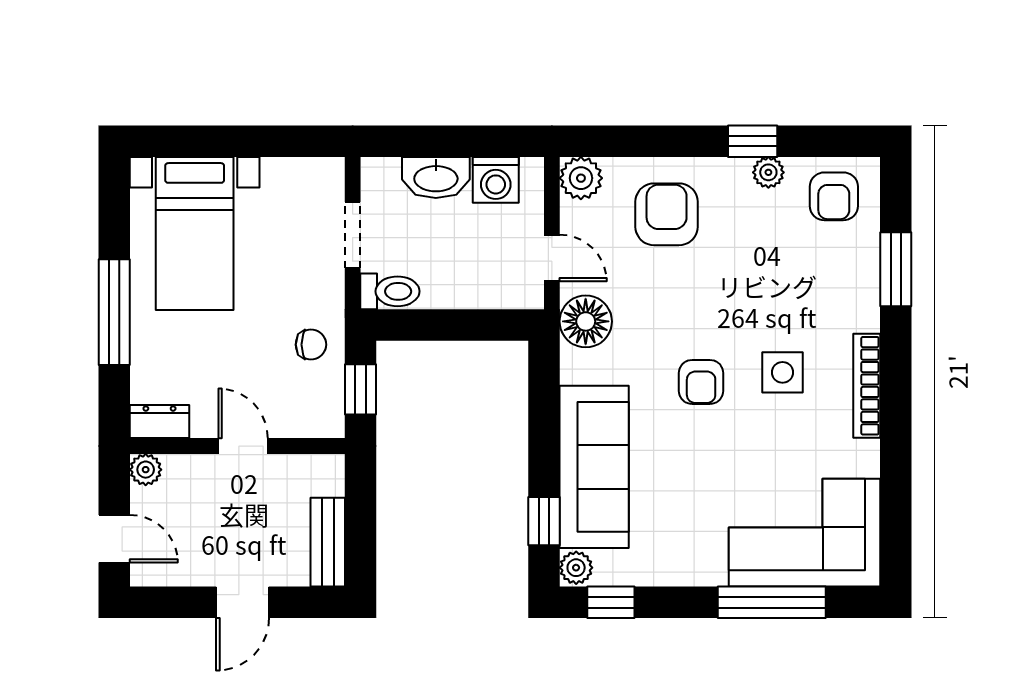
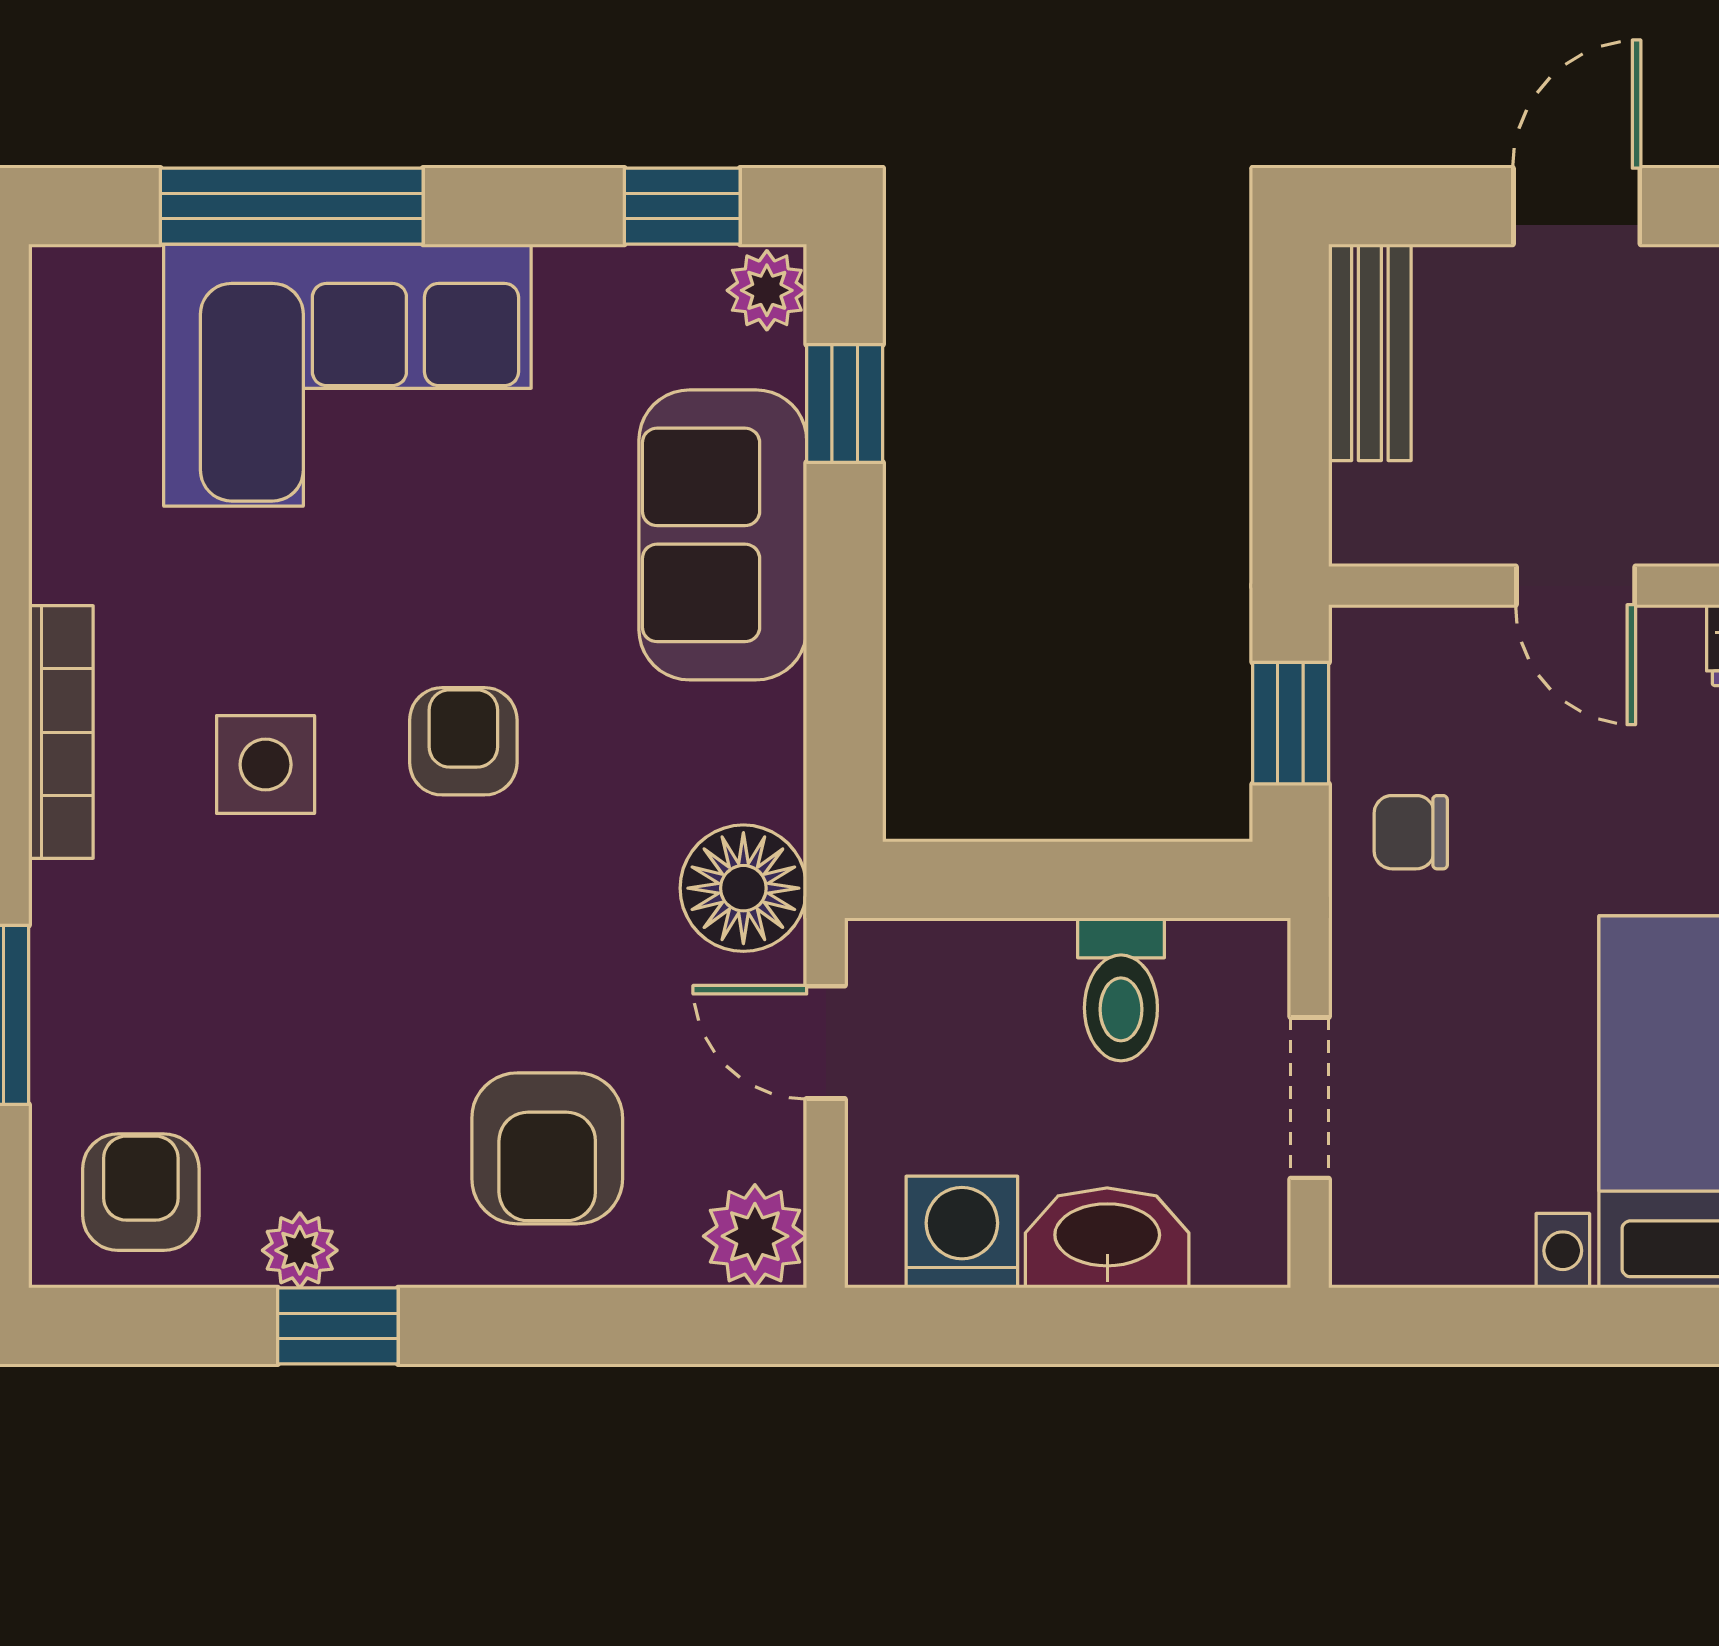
toilet: (390, 291) -> (1121, 989), moved, turned -90
sofa: (594, 467) -> (723, 535), width x0.73
corner sofa: (804, 533) -> (347, 375), moved

